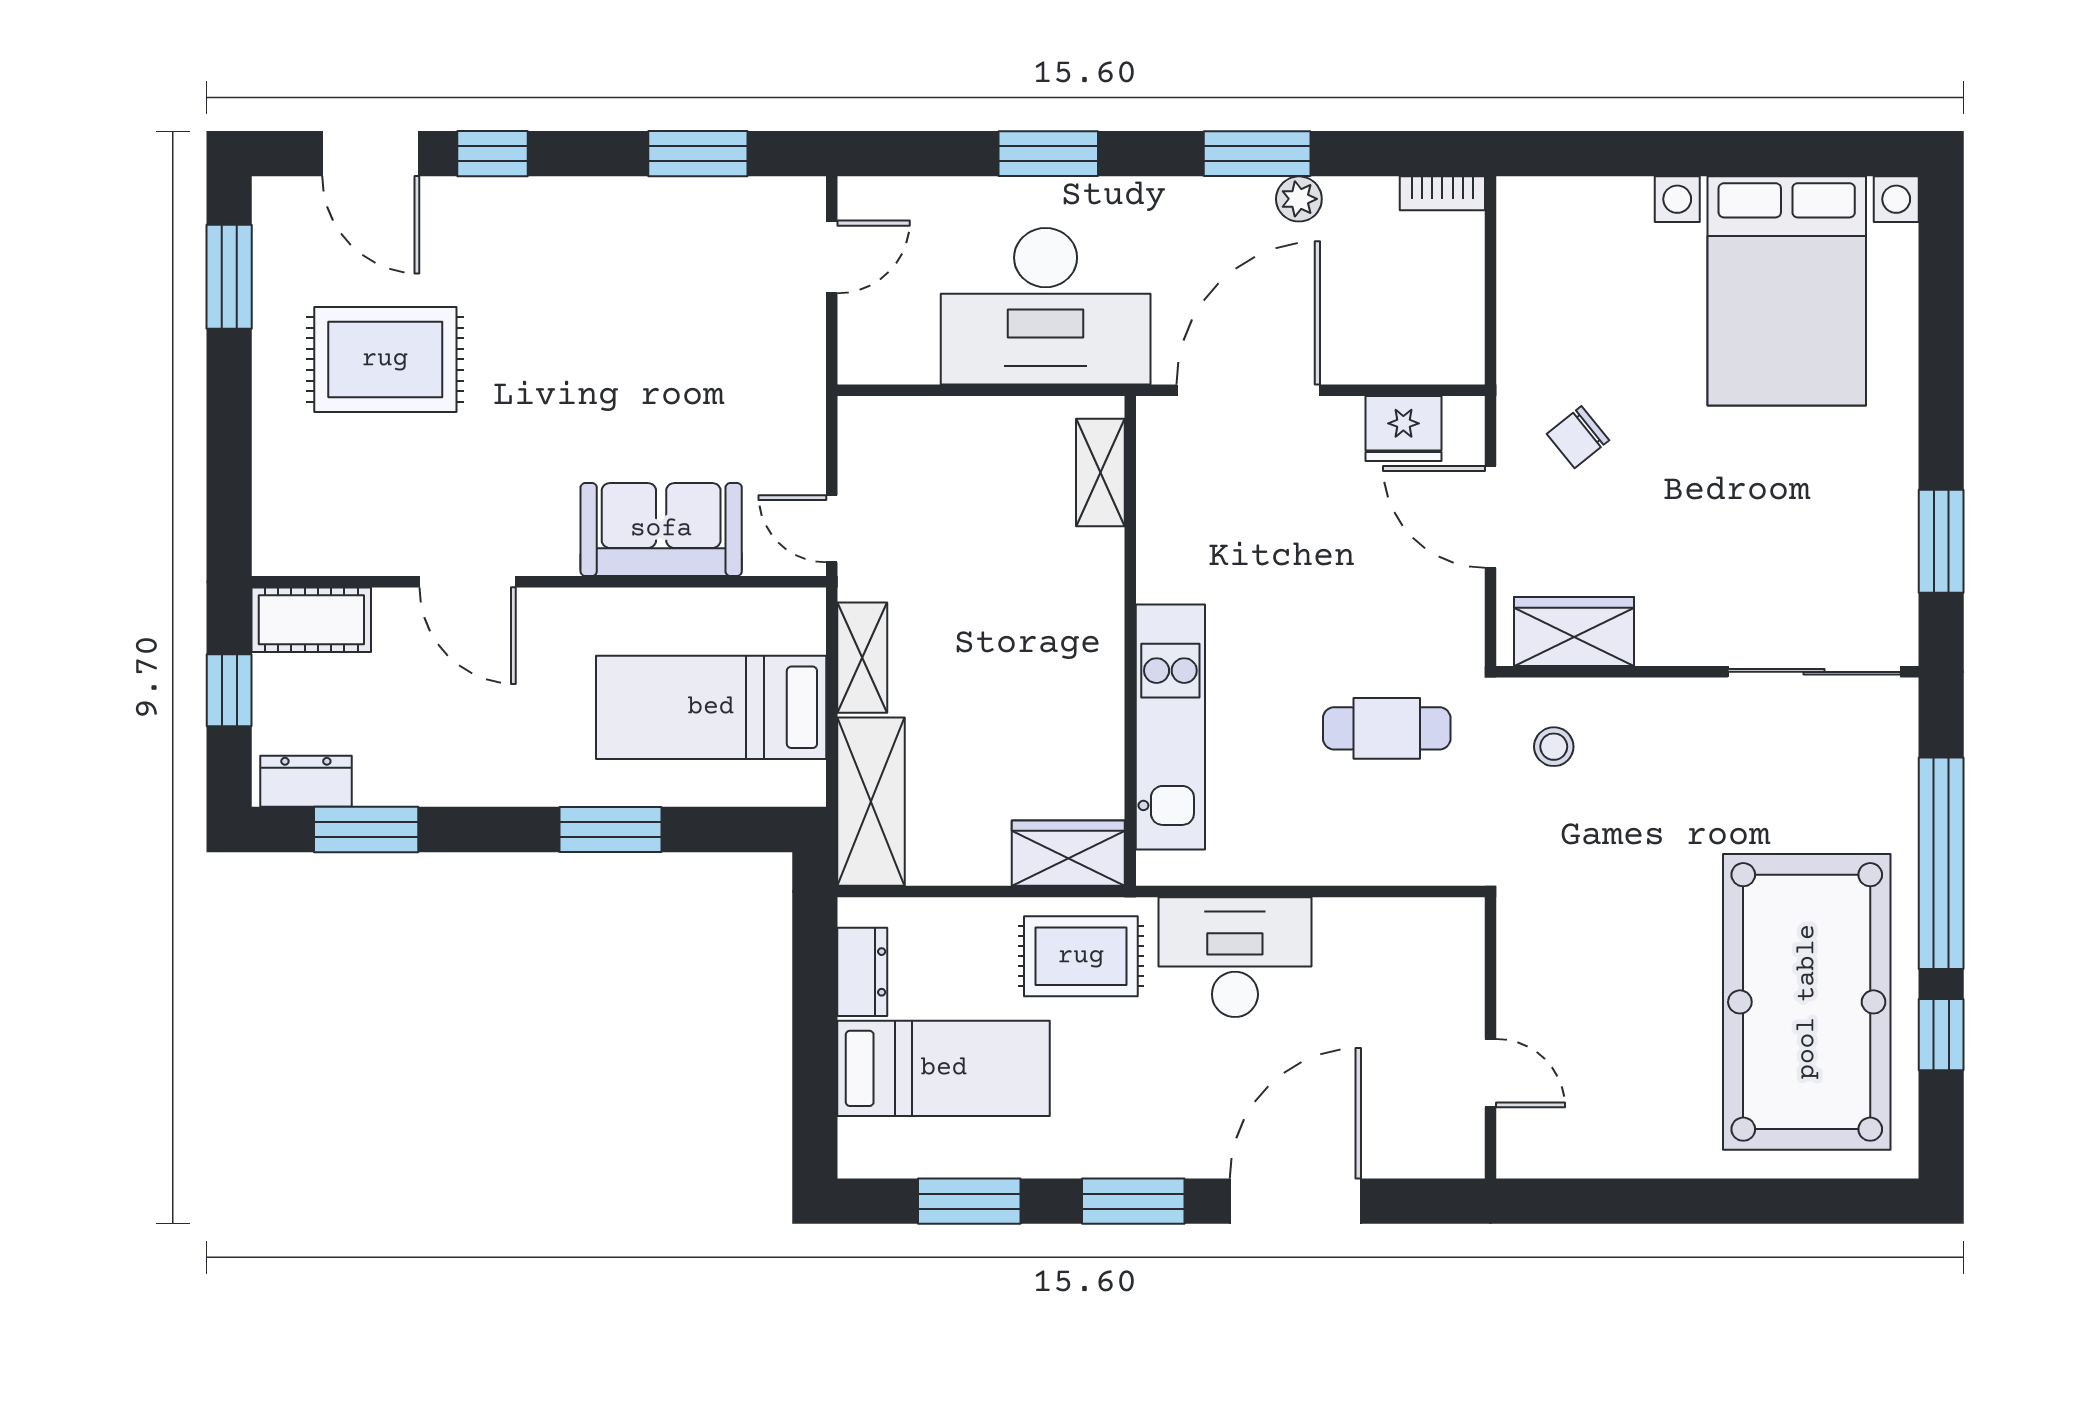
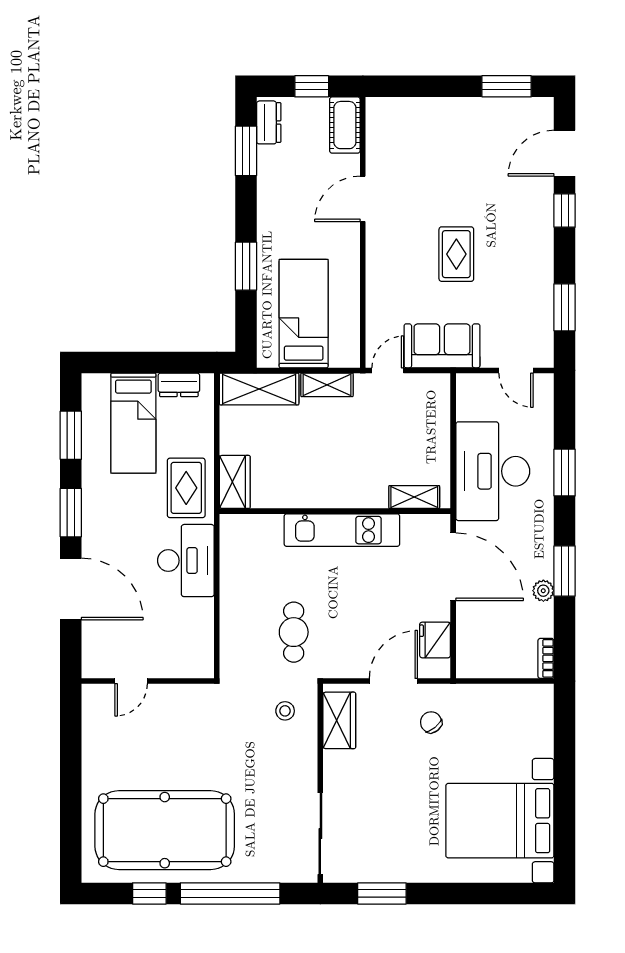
rug: (385, 359) -> (456, 254), moved, width x0.73, depth x0.70
sofa: (661, 529) -> (442, 346), moved, turned -90
kitchen unit: (1170, 727) -> (342, 530), moved

